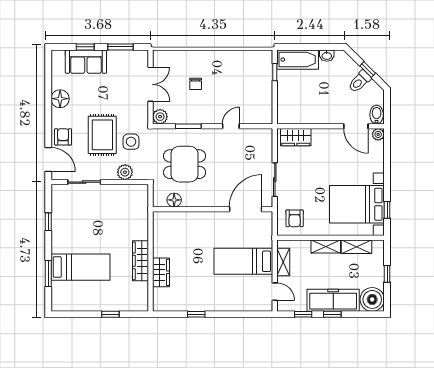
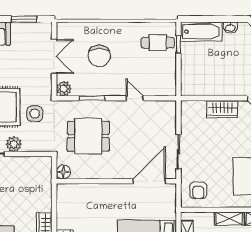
cafe table: (254, 71) -> (158, 43), added
chair: (196, 84) -> (99, 56), width x1.87, depth x1.87
door: (231, 126) -> (135, 98), hinge flipped
wardrobe: (296, 137) -> (222, 109), moved
plant: (125, 172) -> (14, 144), moved
floor lamp: (174, 200) -> (63, 172), moved

